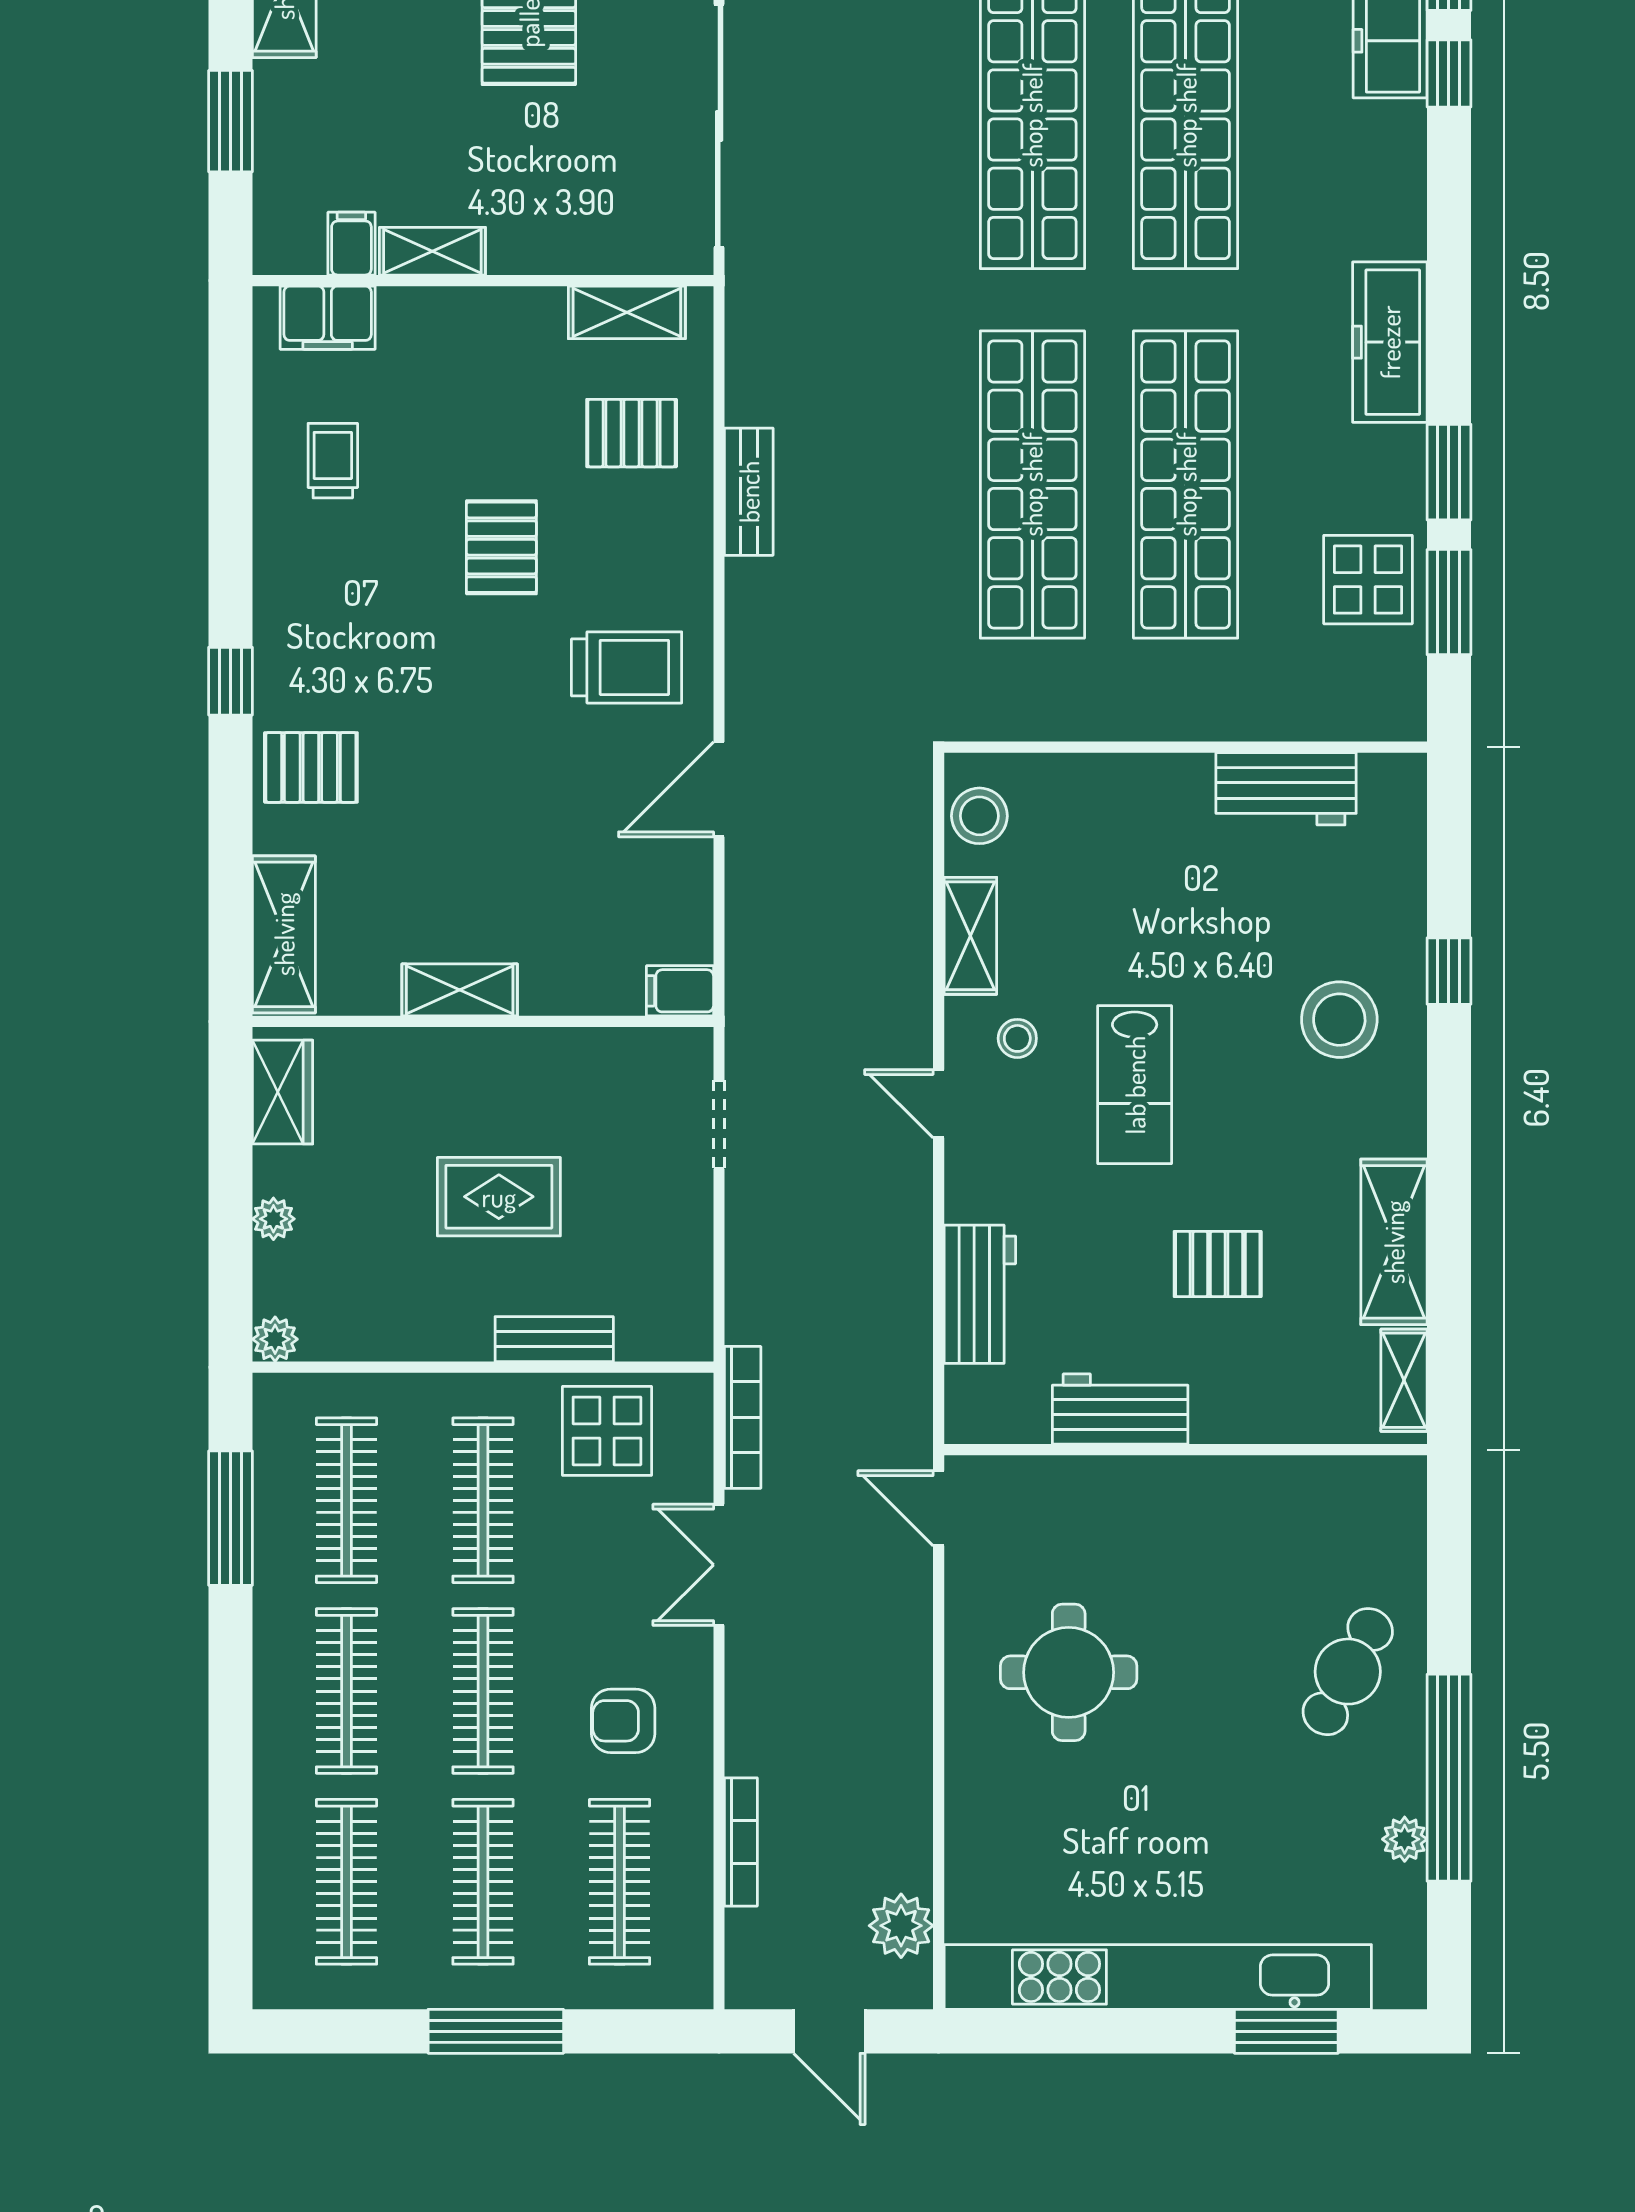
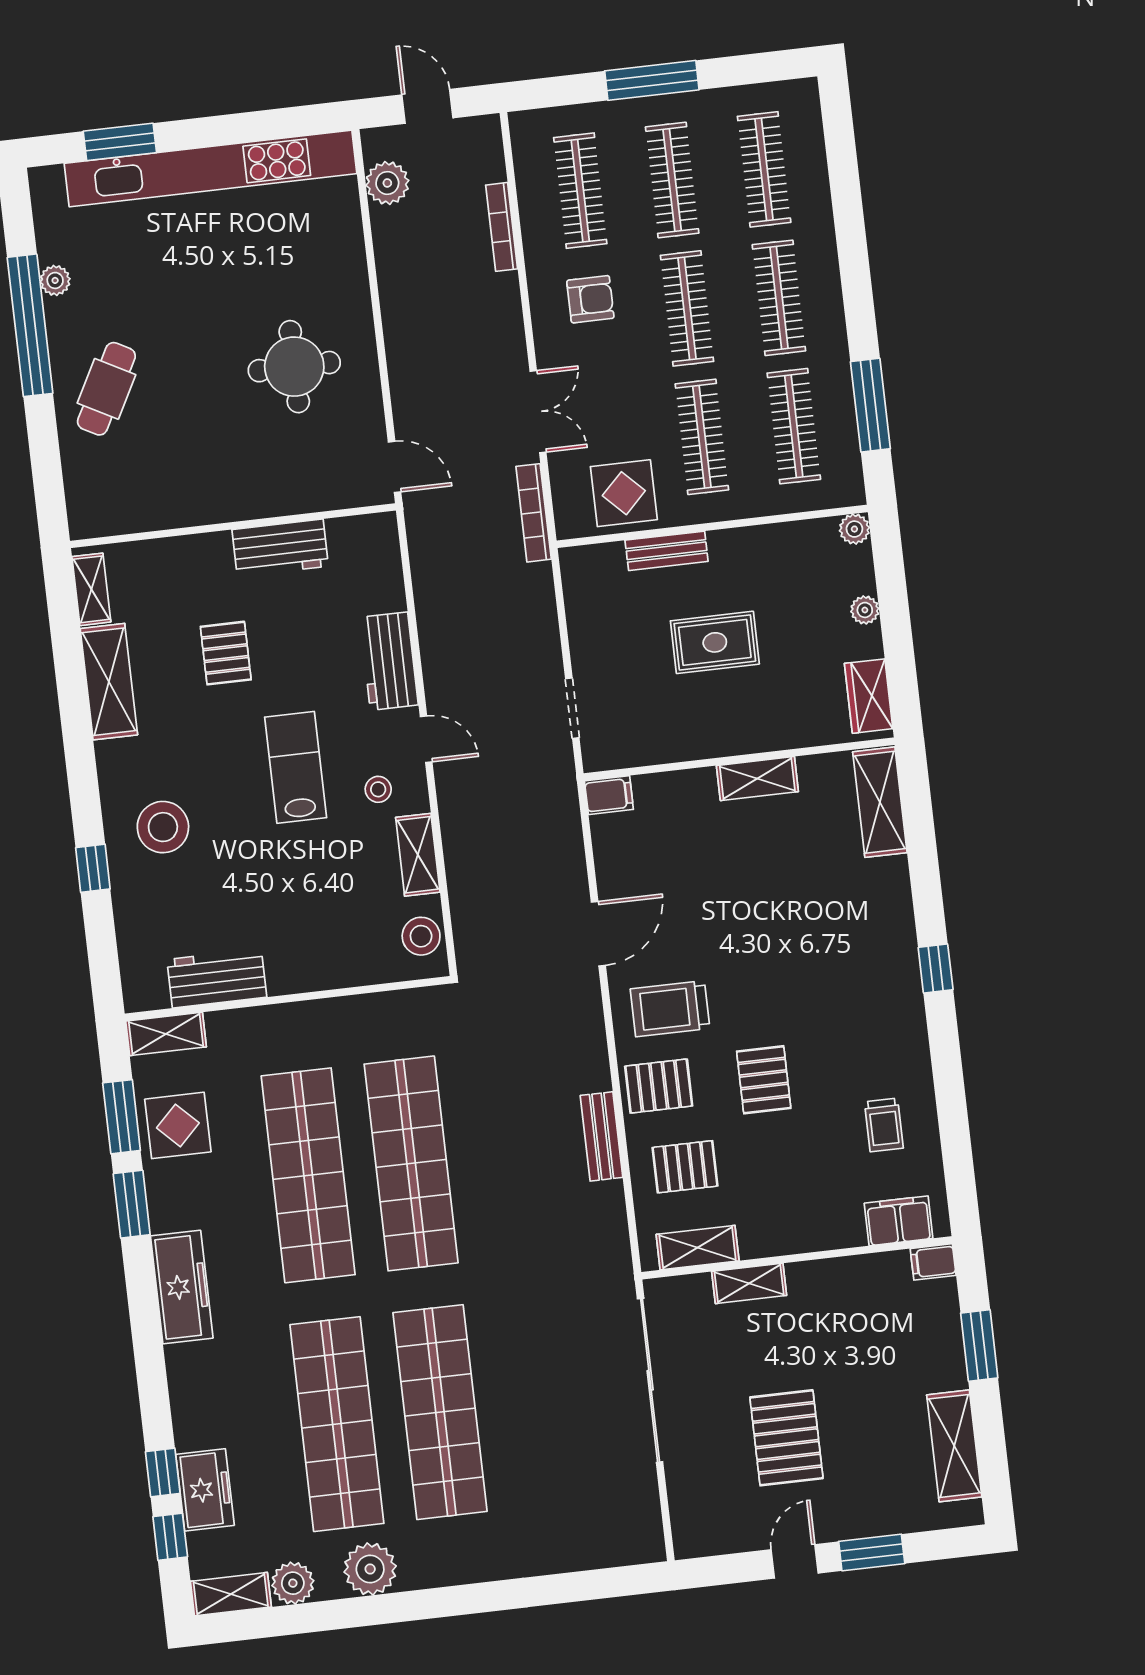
filing cabinet: (351, 244) -> (933, 1262), moved, turned 90
shelving: (432, 251) -> (749, 1283), moved
shelving: (1370, 716) -> (166, 1034), added
pallet: (311, 767) -> (659, 1086), moved
pallet: (1218, 1264) -> (226, 653), turned 90
workbench: (980, 1294) -> (389, 661), moved

